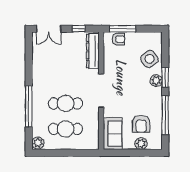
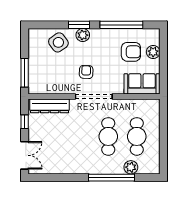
armchair: (118, 39) -> (86, 72), moved
plant: (38, 143) -> (131, 167), moved

